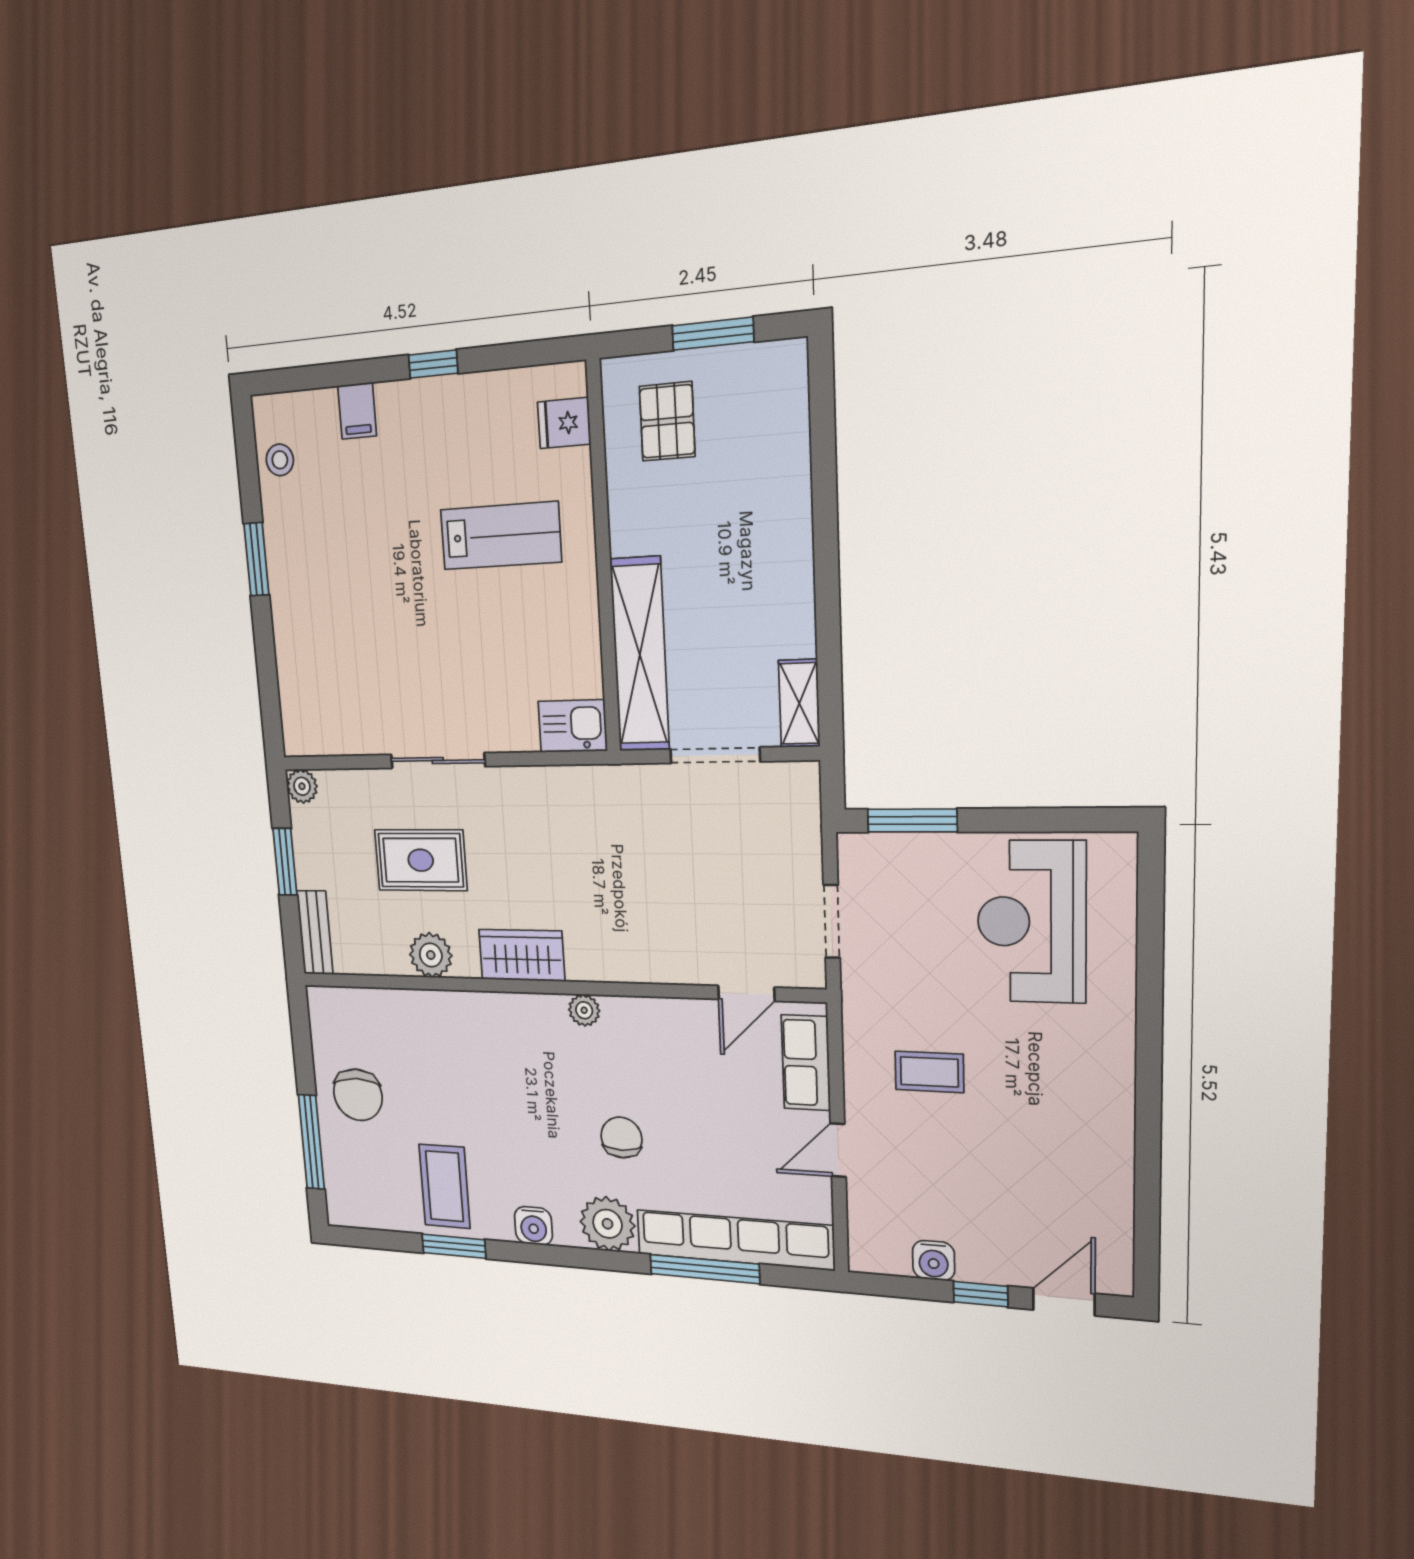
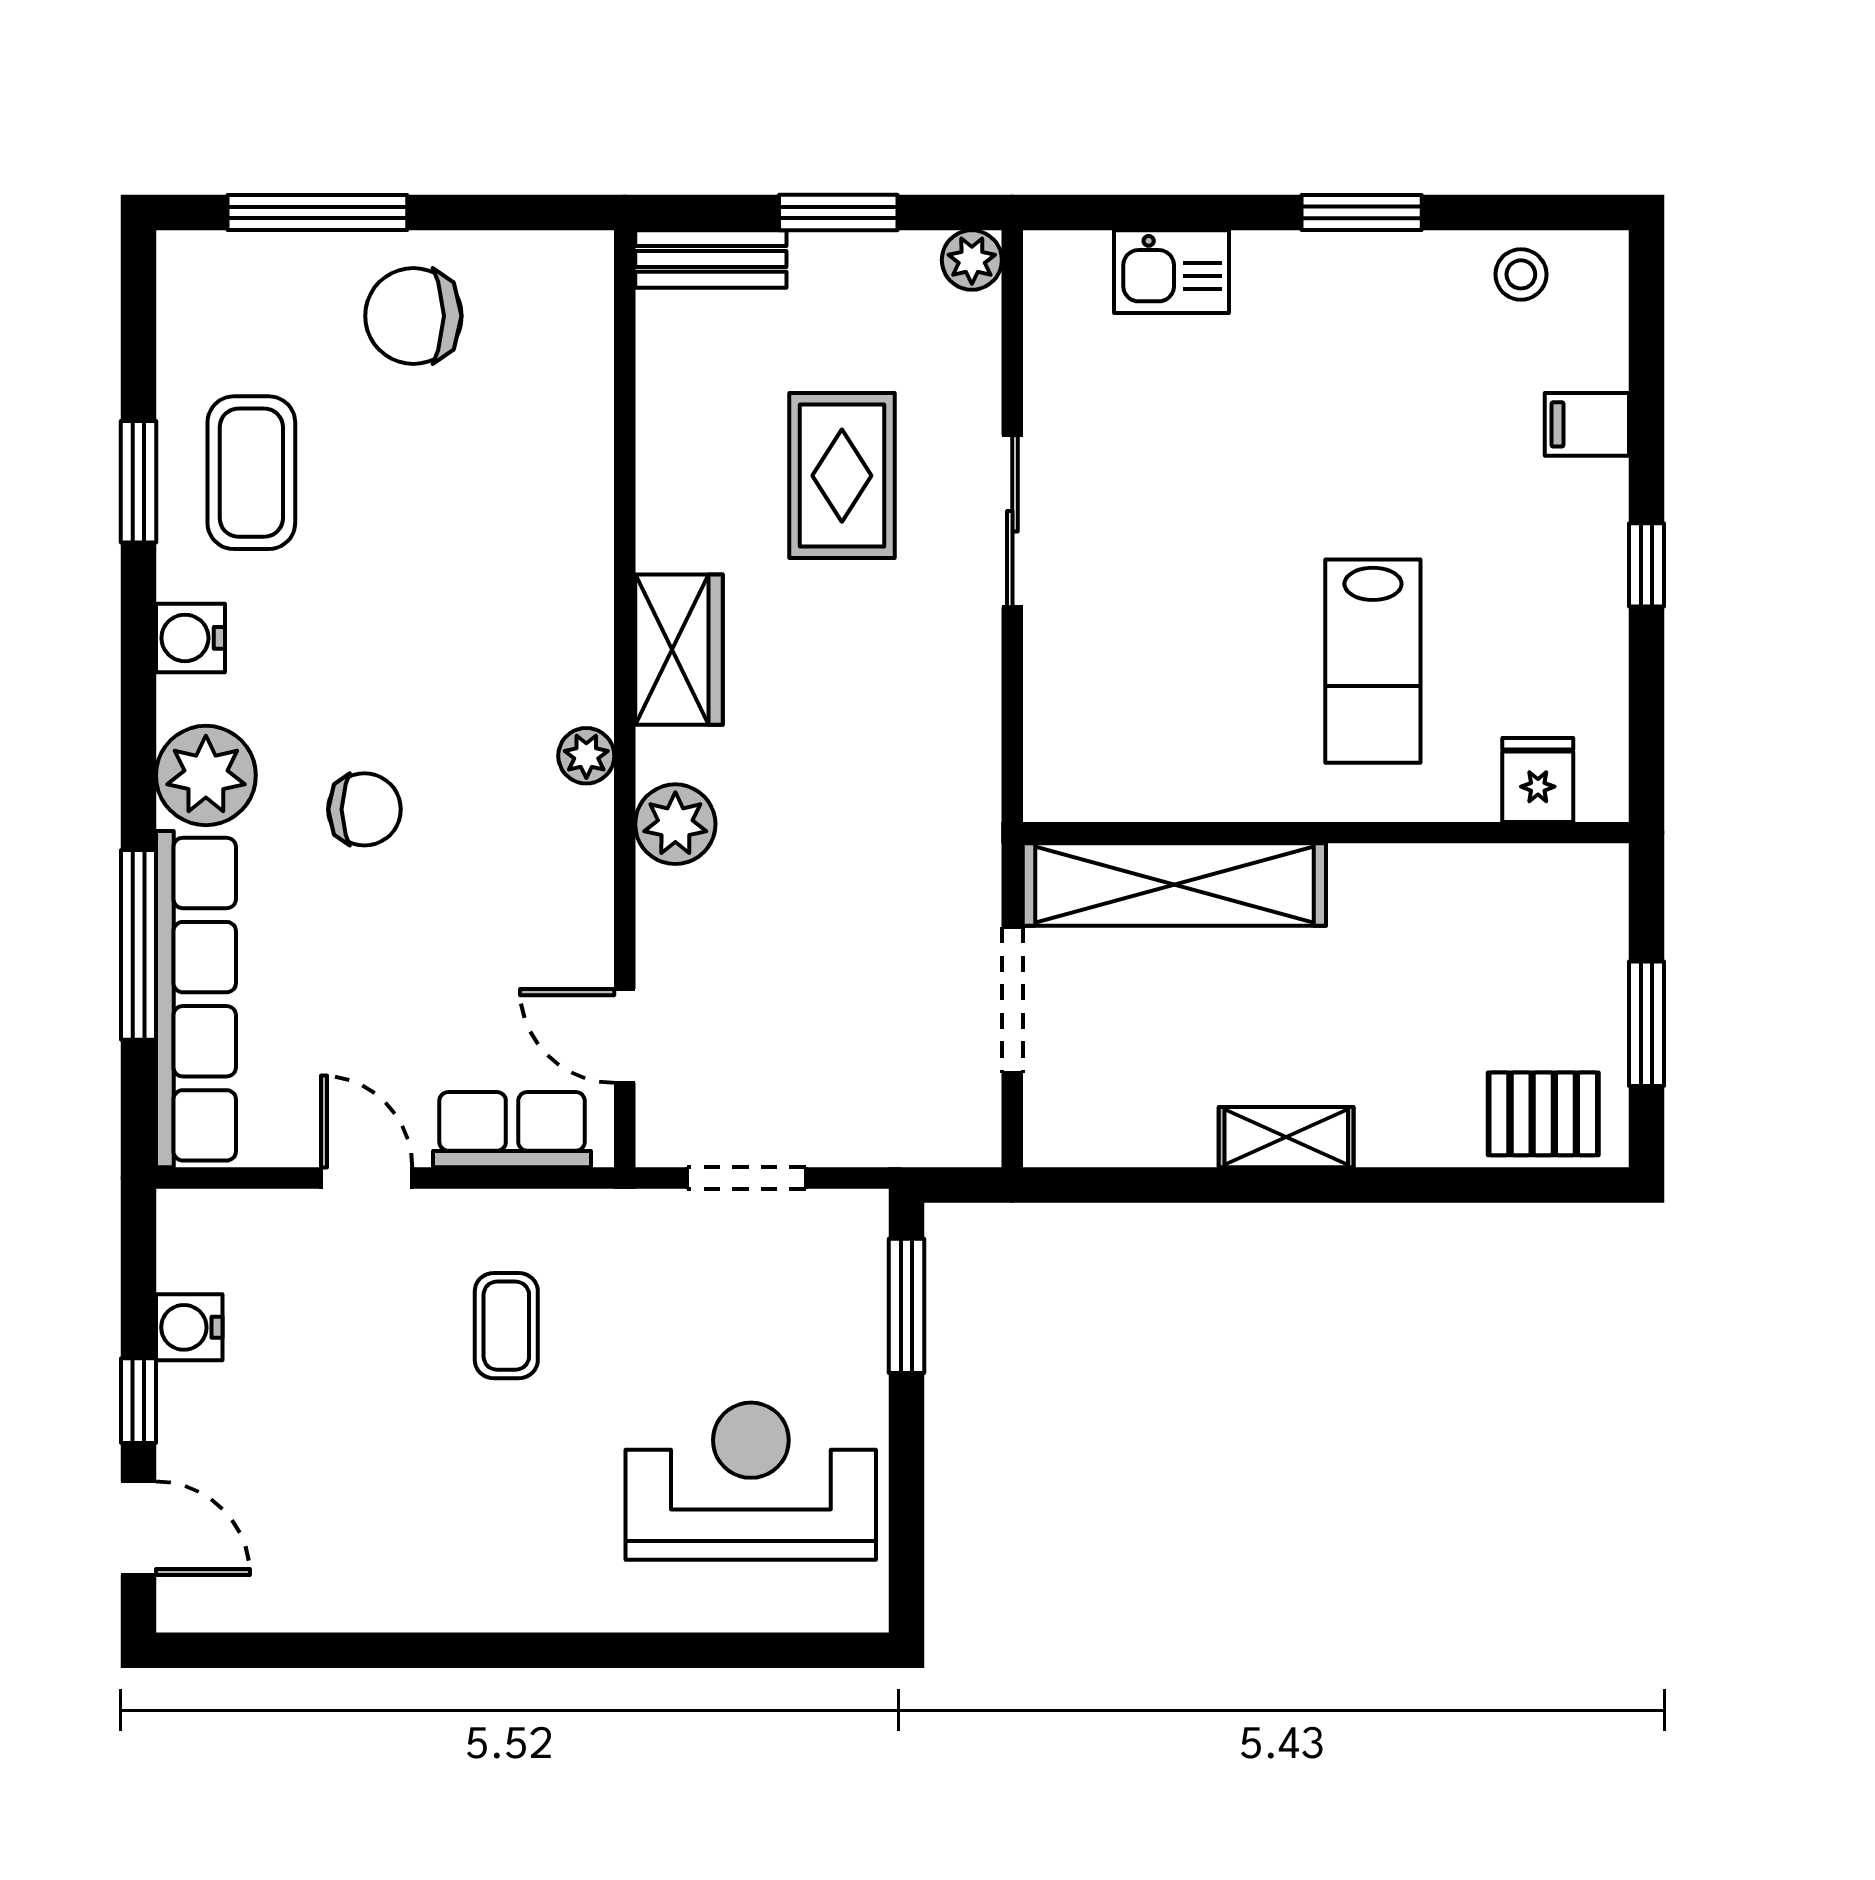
pallet: (667, 421) -> (1543, 1114), moved
shelving: (799, 703) -> (1286, 1137), moved
kitchen sink: (573, 726) -> (1171, 272), moved, turned 90
plant: (431, 955) -> (675, 824), moved
coffee table: (445, 1186) -> (251, 473), turned 90

